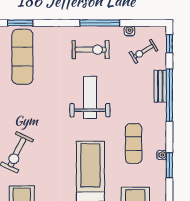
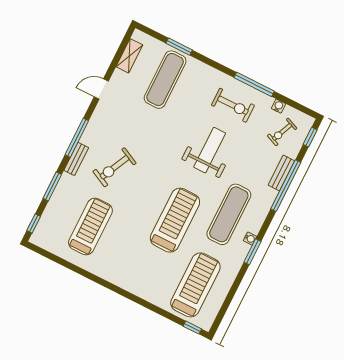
exercise bike: (143, 51) -> (282, 132), turned -36
exercise mat: (134, 144) -> (229, 214), width x1.36, depth x1.45

